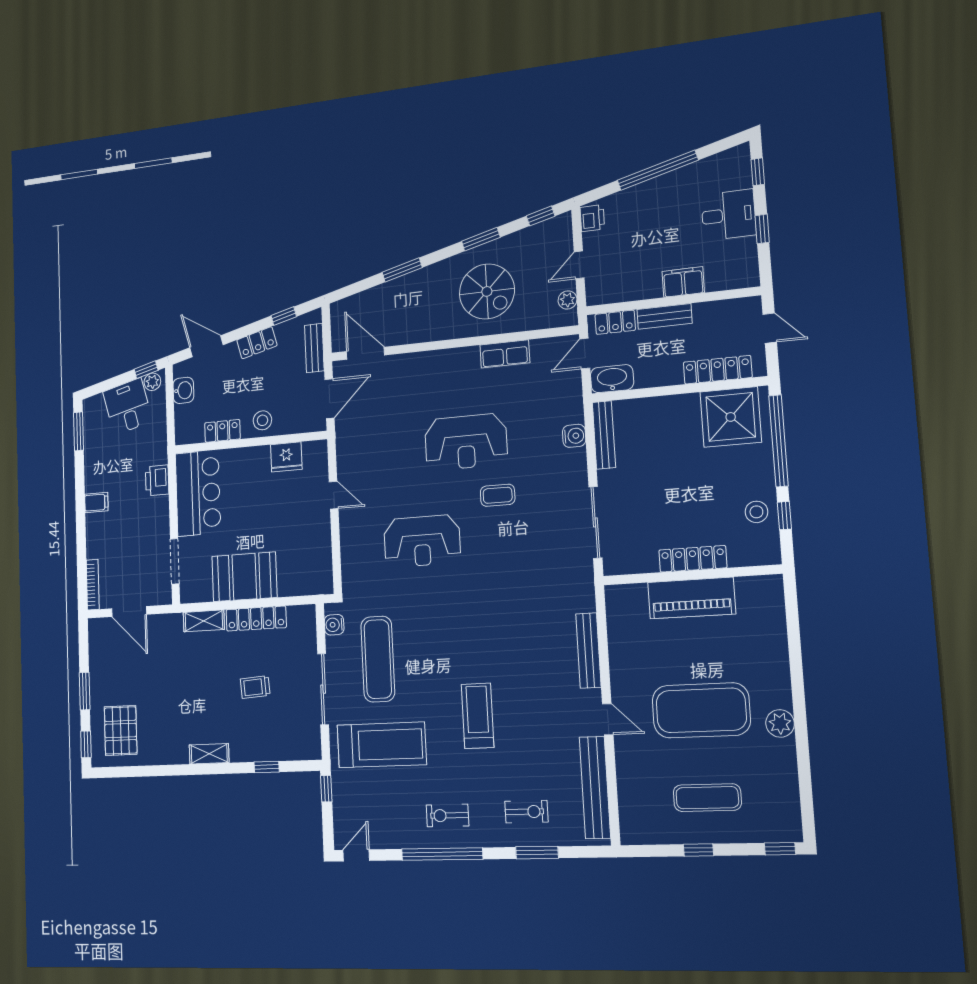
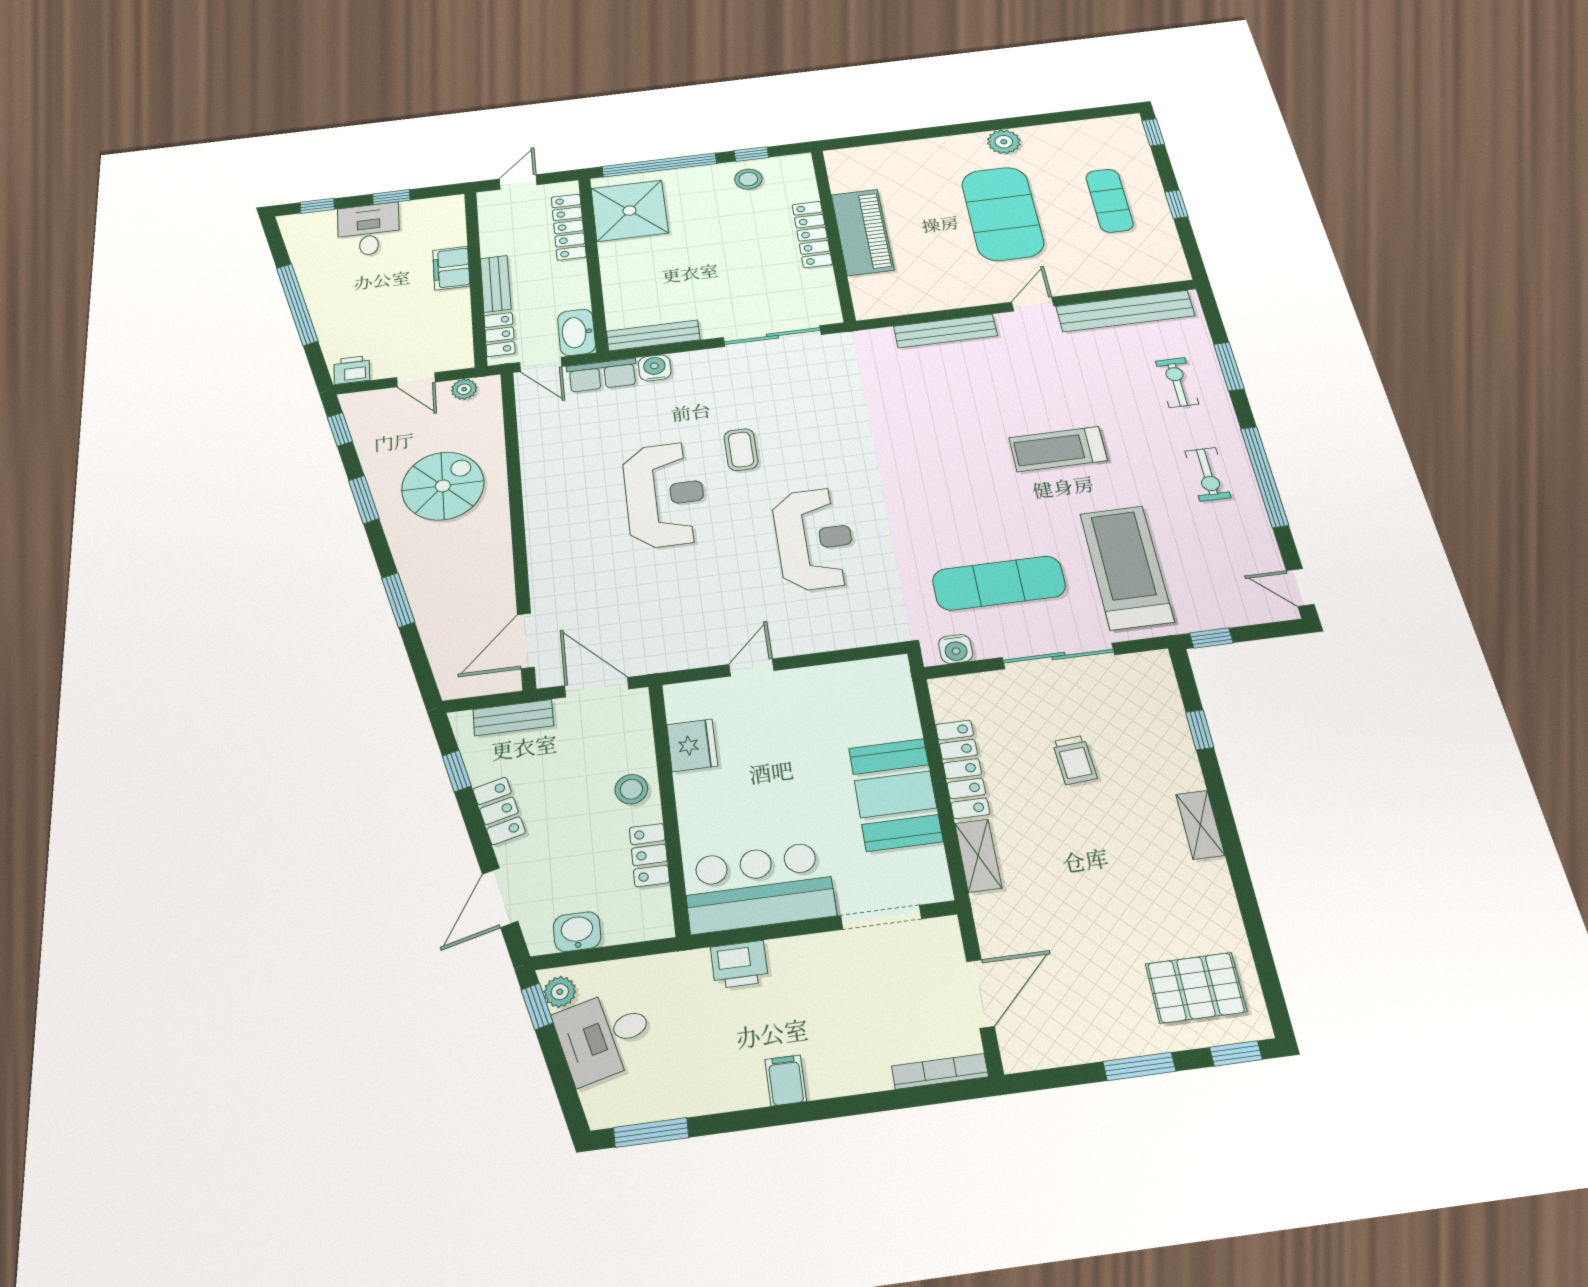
row of seats: (505, 354) -> (602, 375), moved, turned 90

